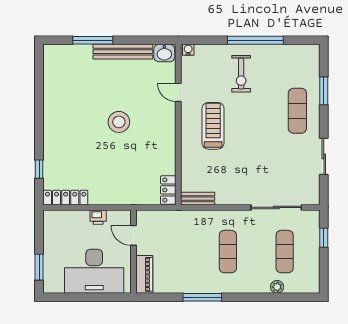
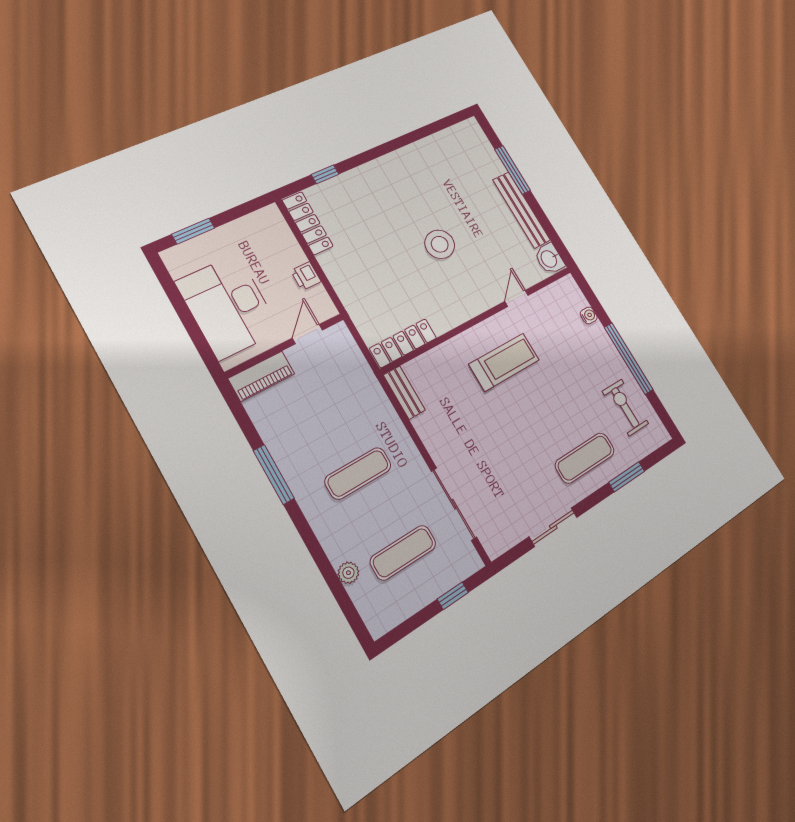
water cooler: (188, 50) -> (589, 315), moved
exercise bike: (241, 74) -> (625, 407), moved, turned 90
locker: (168, 190) -> (403, 343), width x1.53

